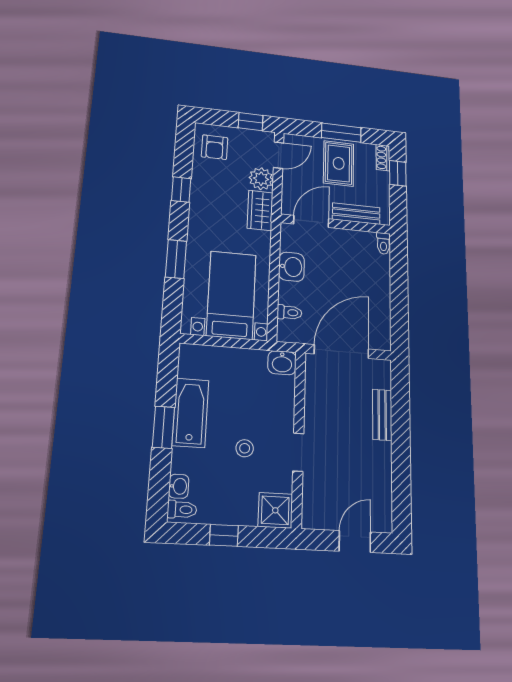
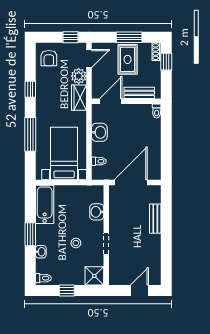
window: (176, 259) -> (30, 134), width x1.44
washbasin: (282, 363) -> (97, 212), moved, turned 90
bathtub: (191, 413) -> (45, 204), moved
washbasin: (179, 486) -> (41, 252), moved

